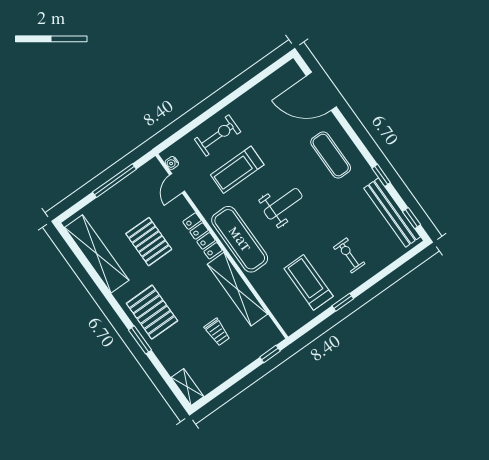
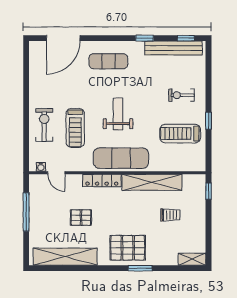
pallet: (149, 242) -> (81, 218), width x0.67, depth x0.71

